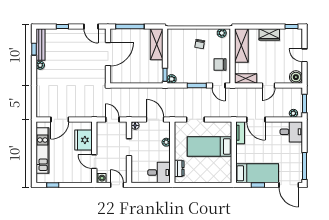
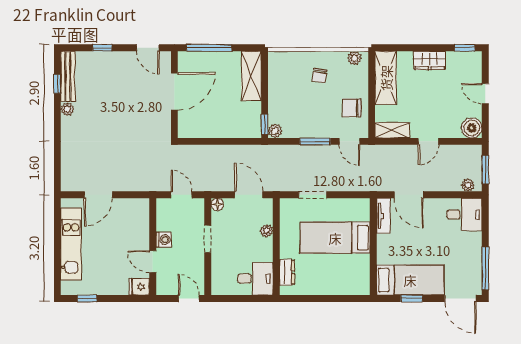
fridge: (84, 140) -> (139, 287), moved, width x0.53, depth x0.75
washing machine: (101, 178) -> (164, 240), moved

